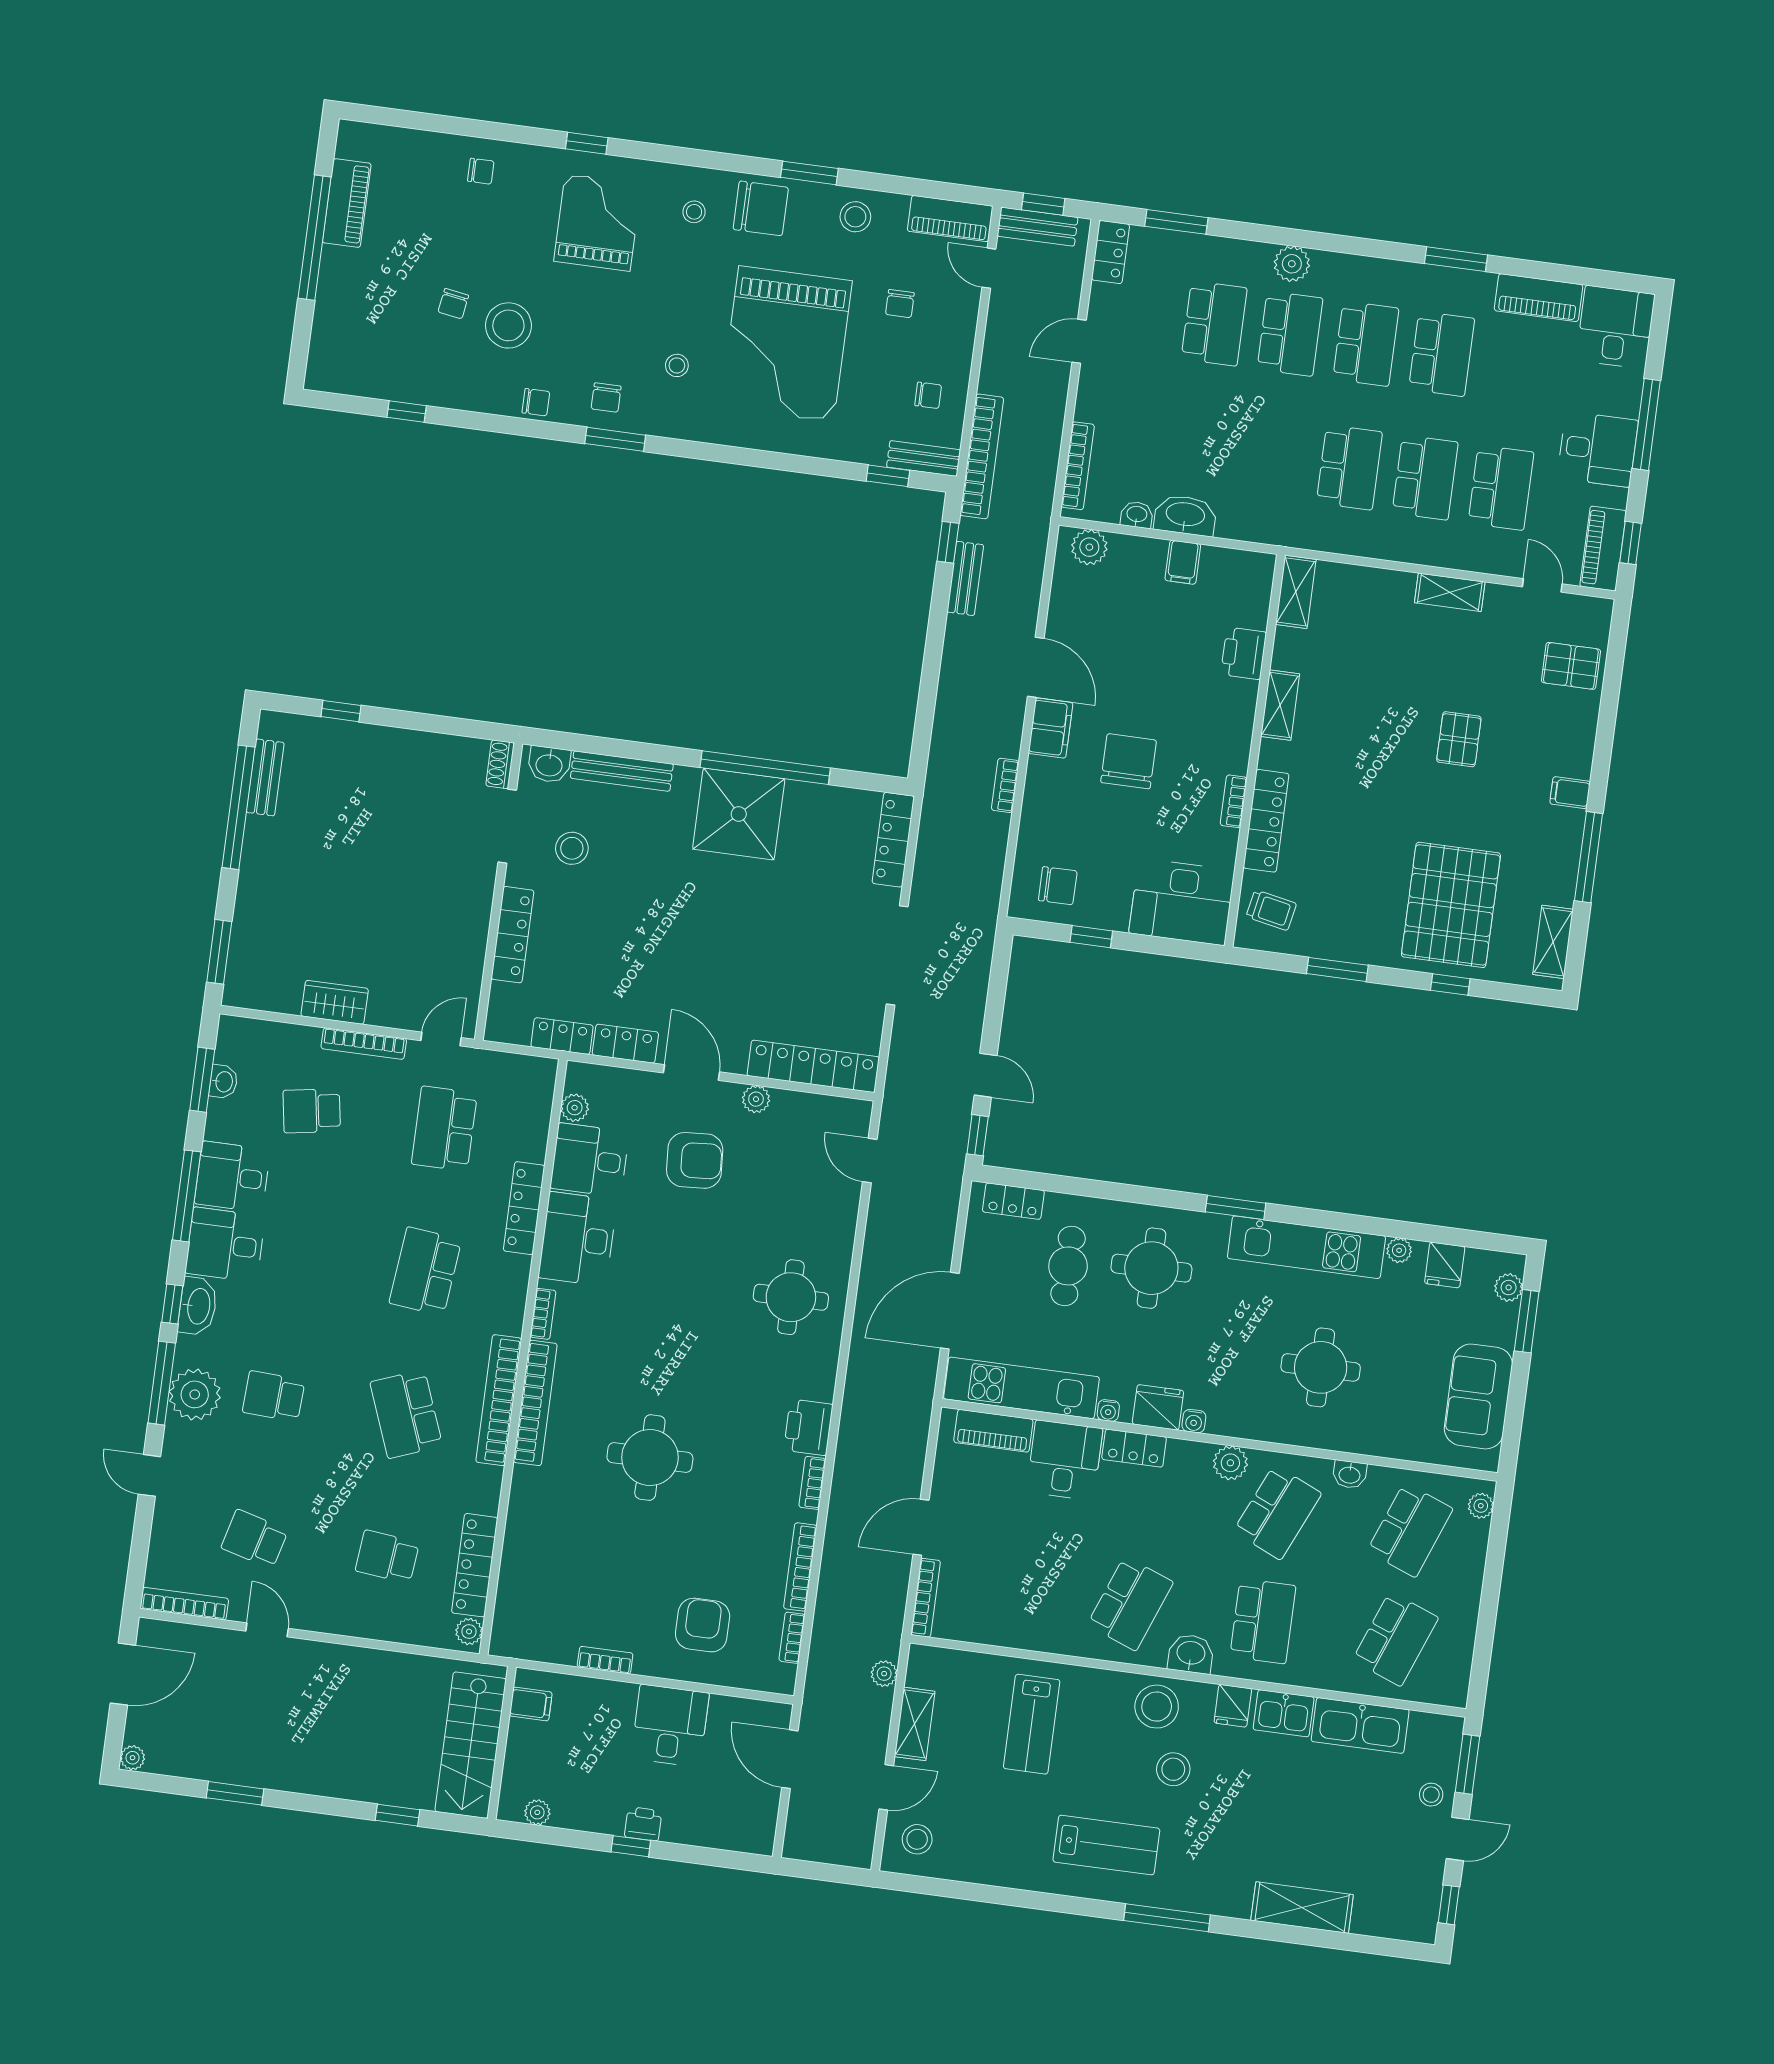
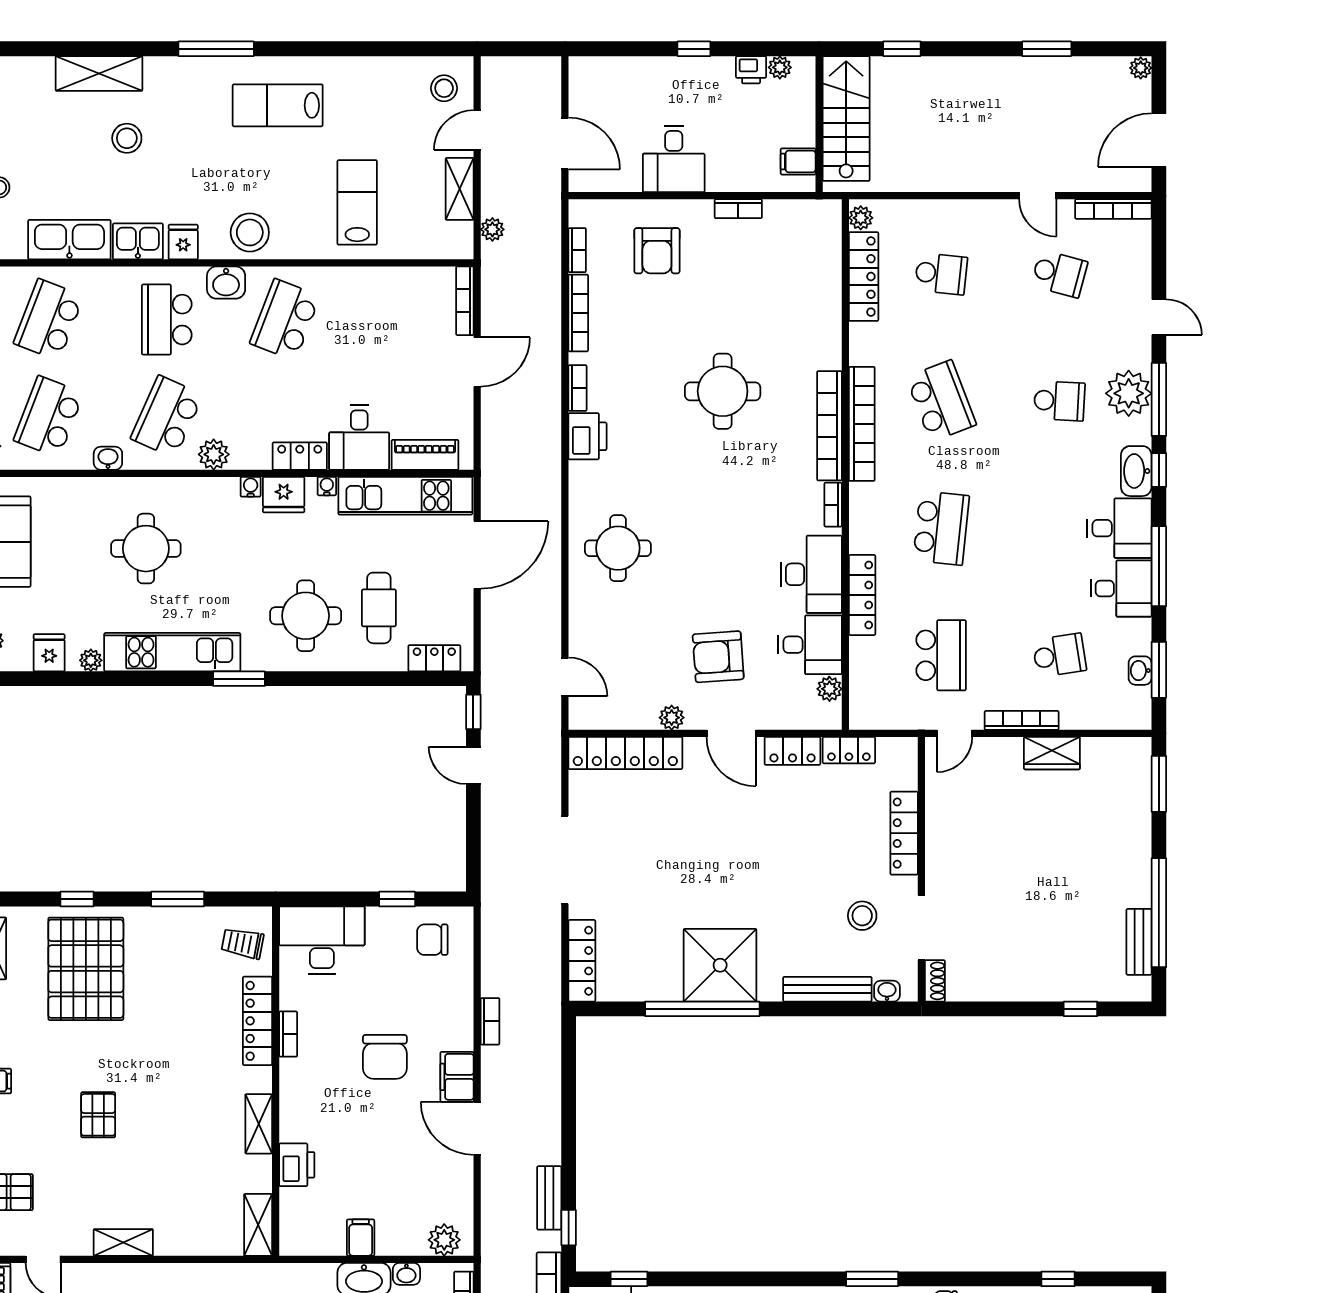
washbasin: (549, 764) -> (887, 991), width x0.72, depth x0.69
stool: (1173, 1769) -> (127, 138), moved
printer: (643, 1824) -> (751, 70), moved

